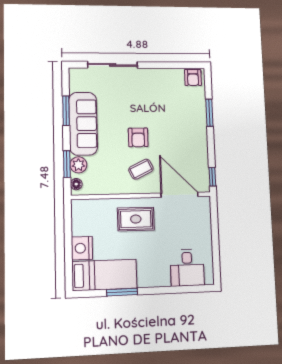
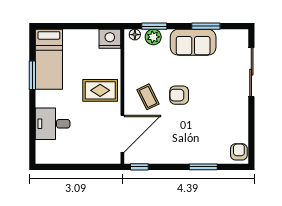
armchair: (193, 78) -> (239, 152), turned 90
sofa: (83, 124) -> (193, 42), width x0.73
rug: (136, 219) -> (100, 90), turned 90
nightstand: (82, 248) -> (110, 39), moved
desk: (187, 268) -> (53, 124), moved

